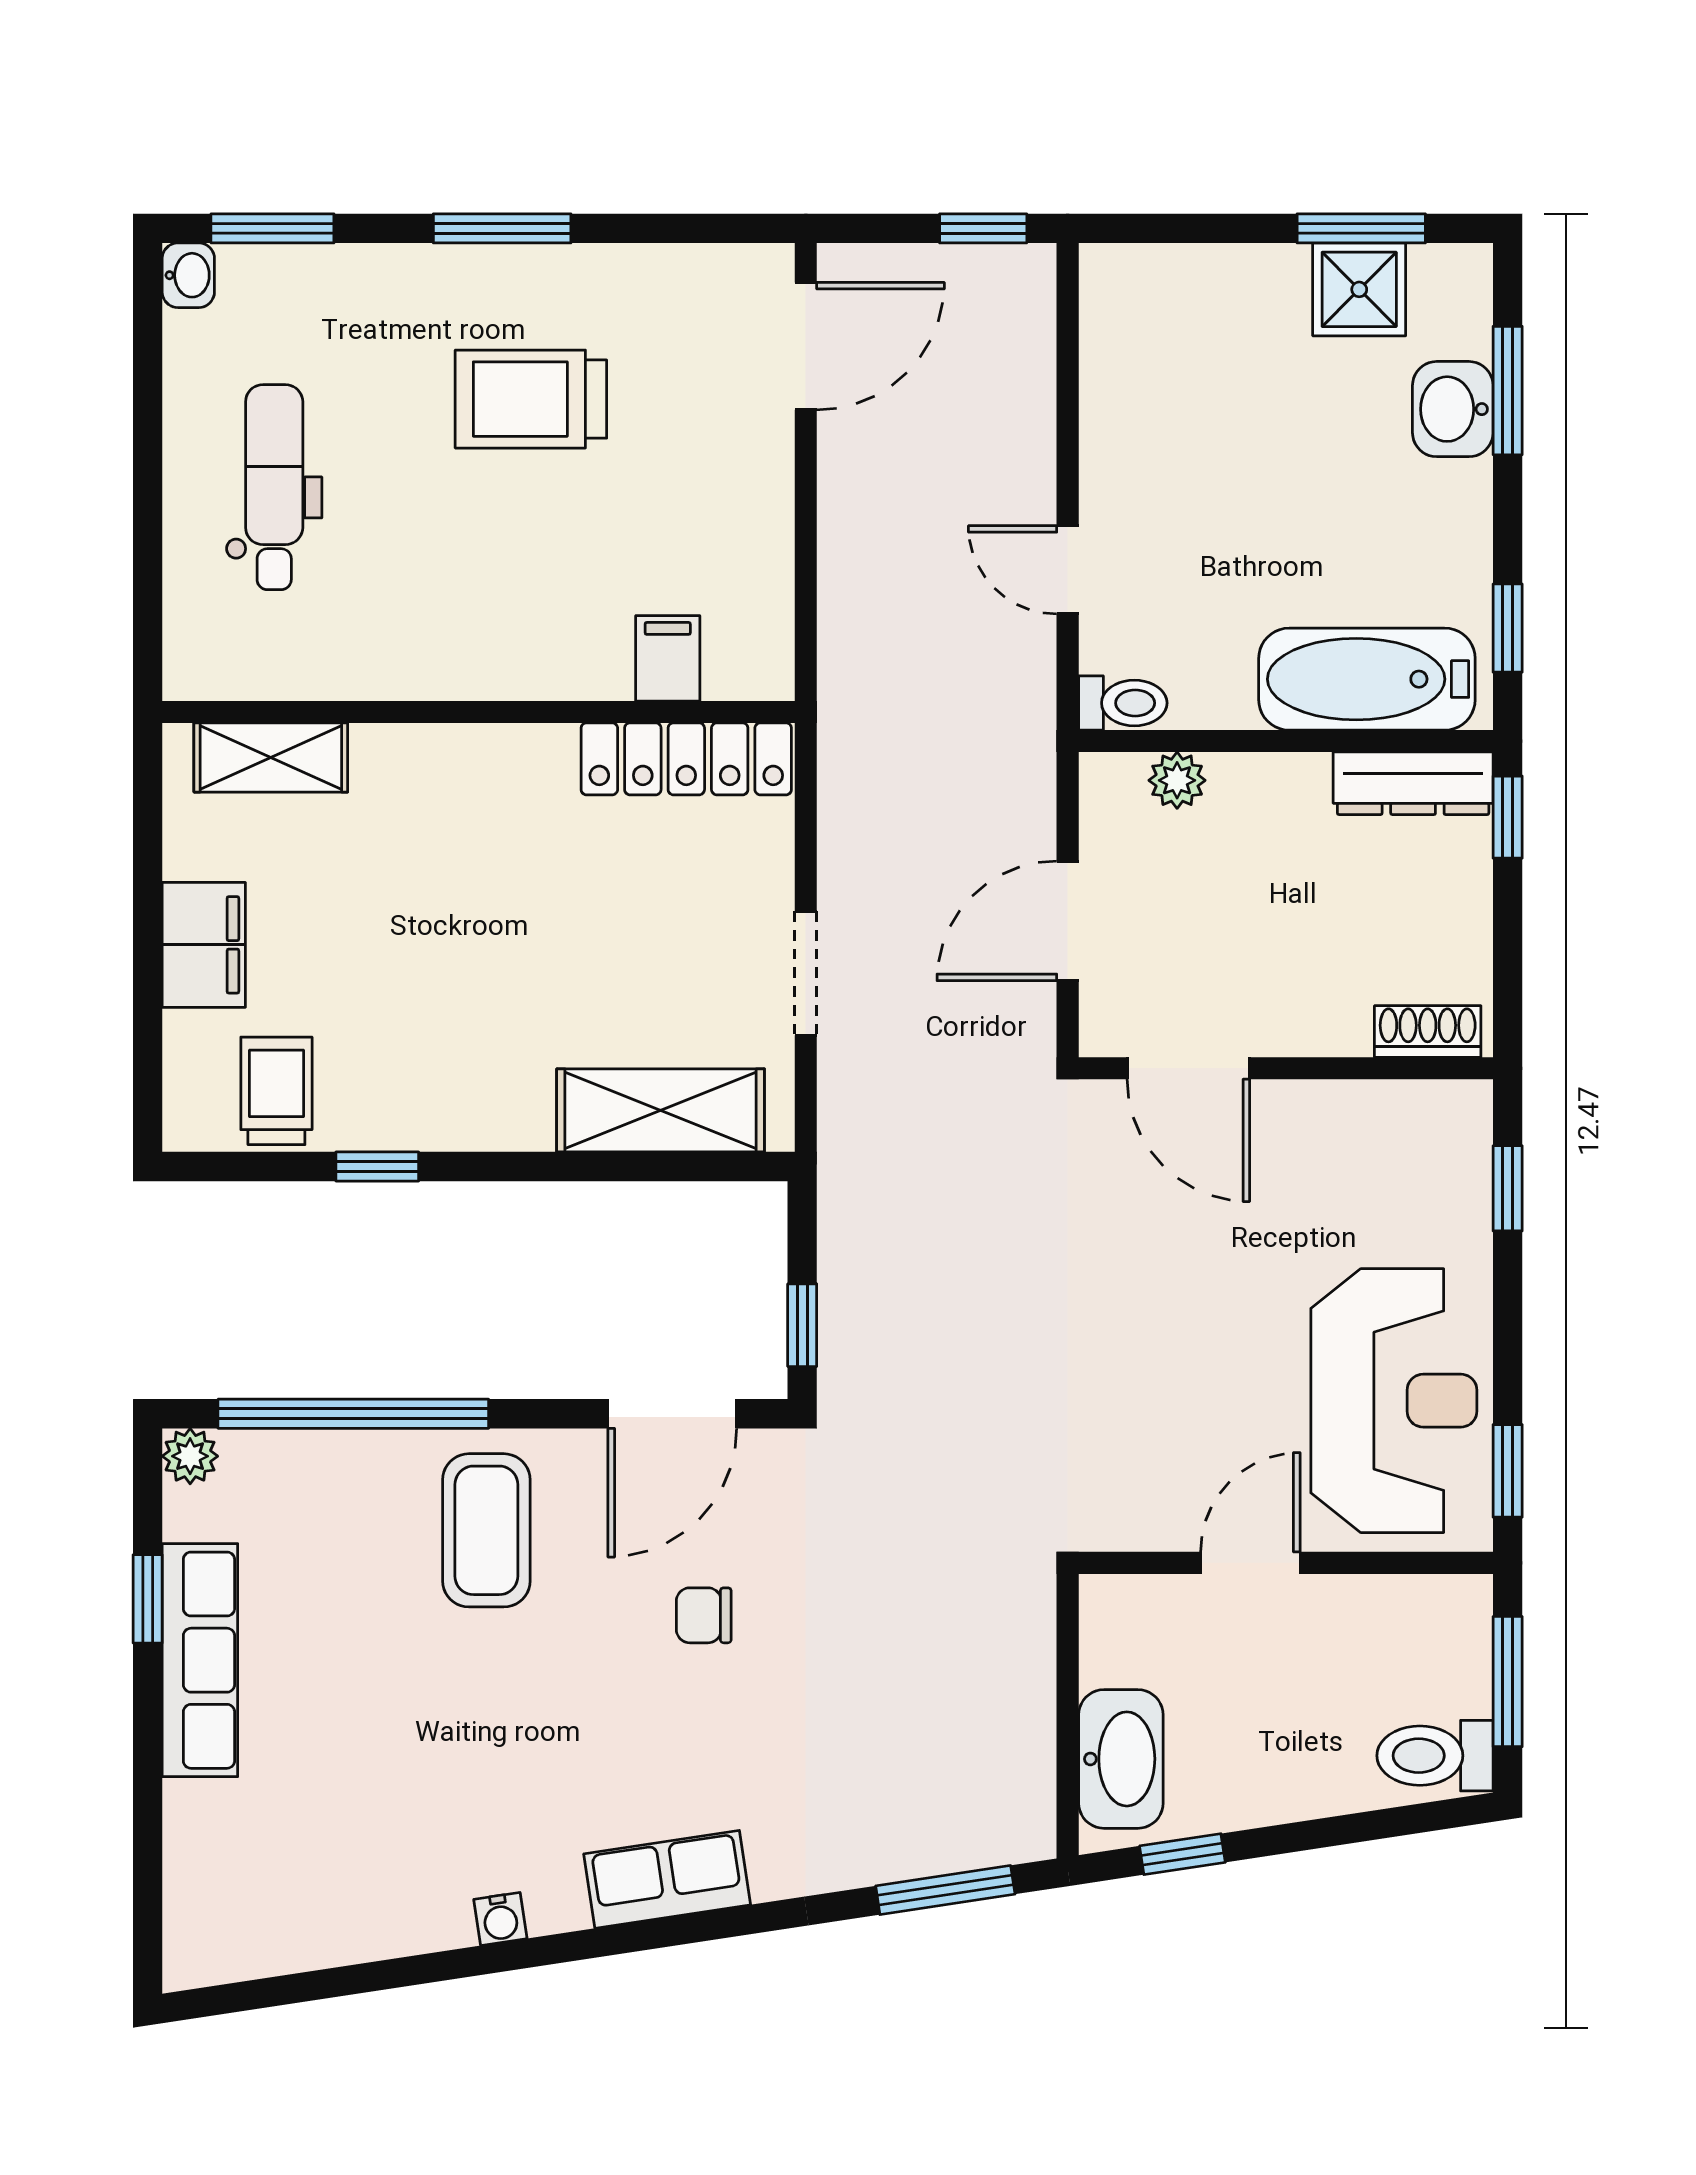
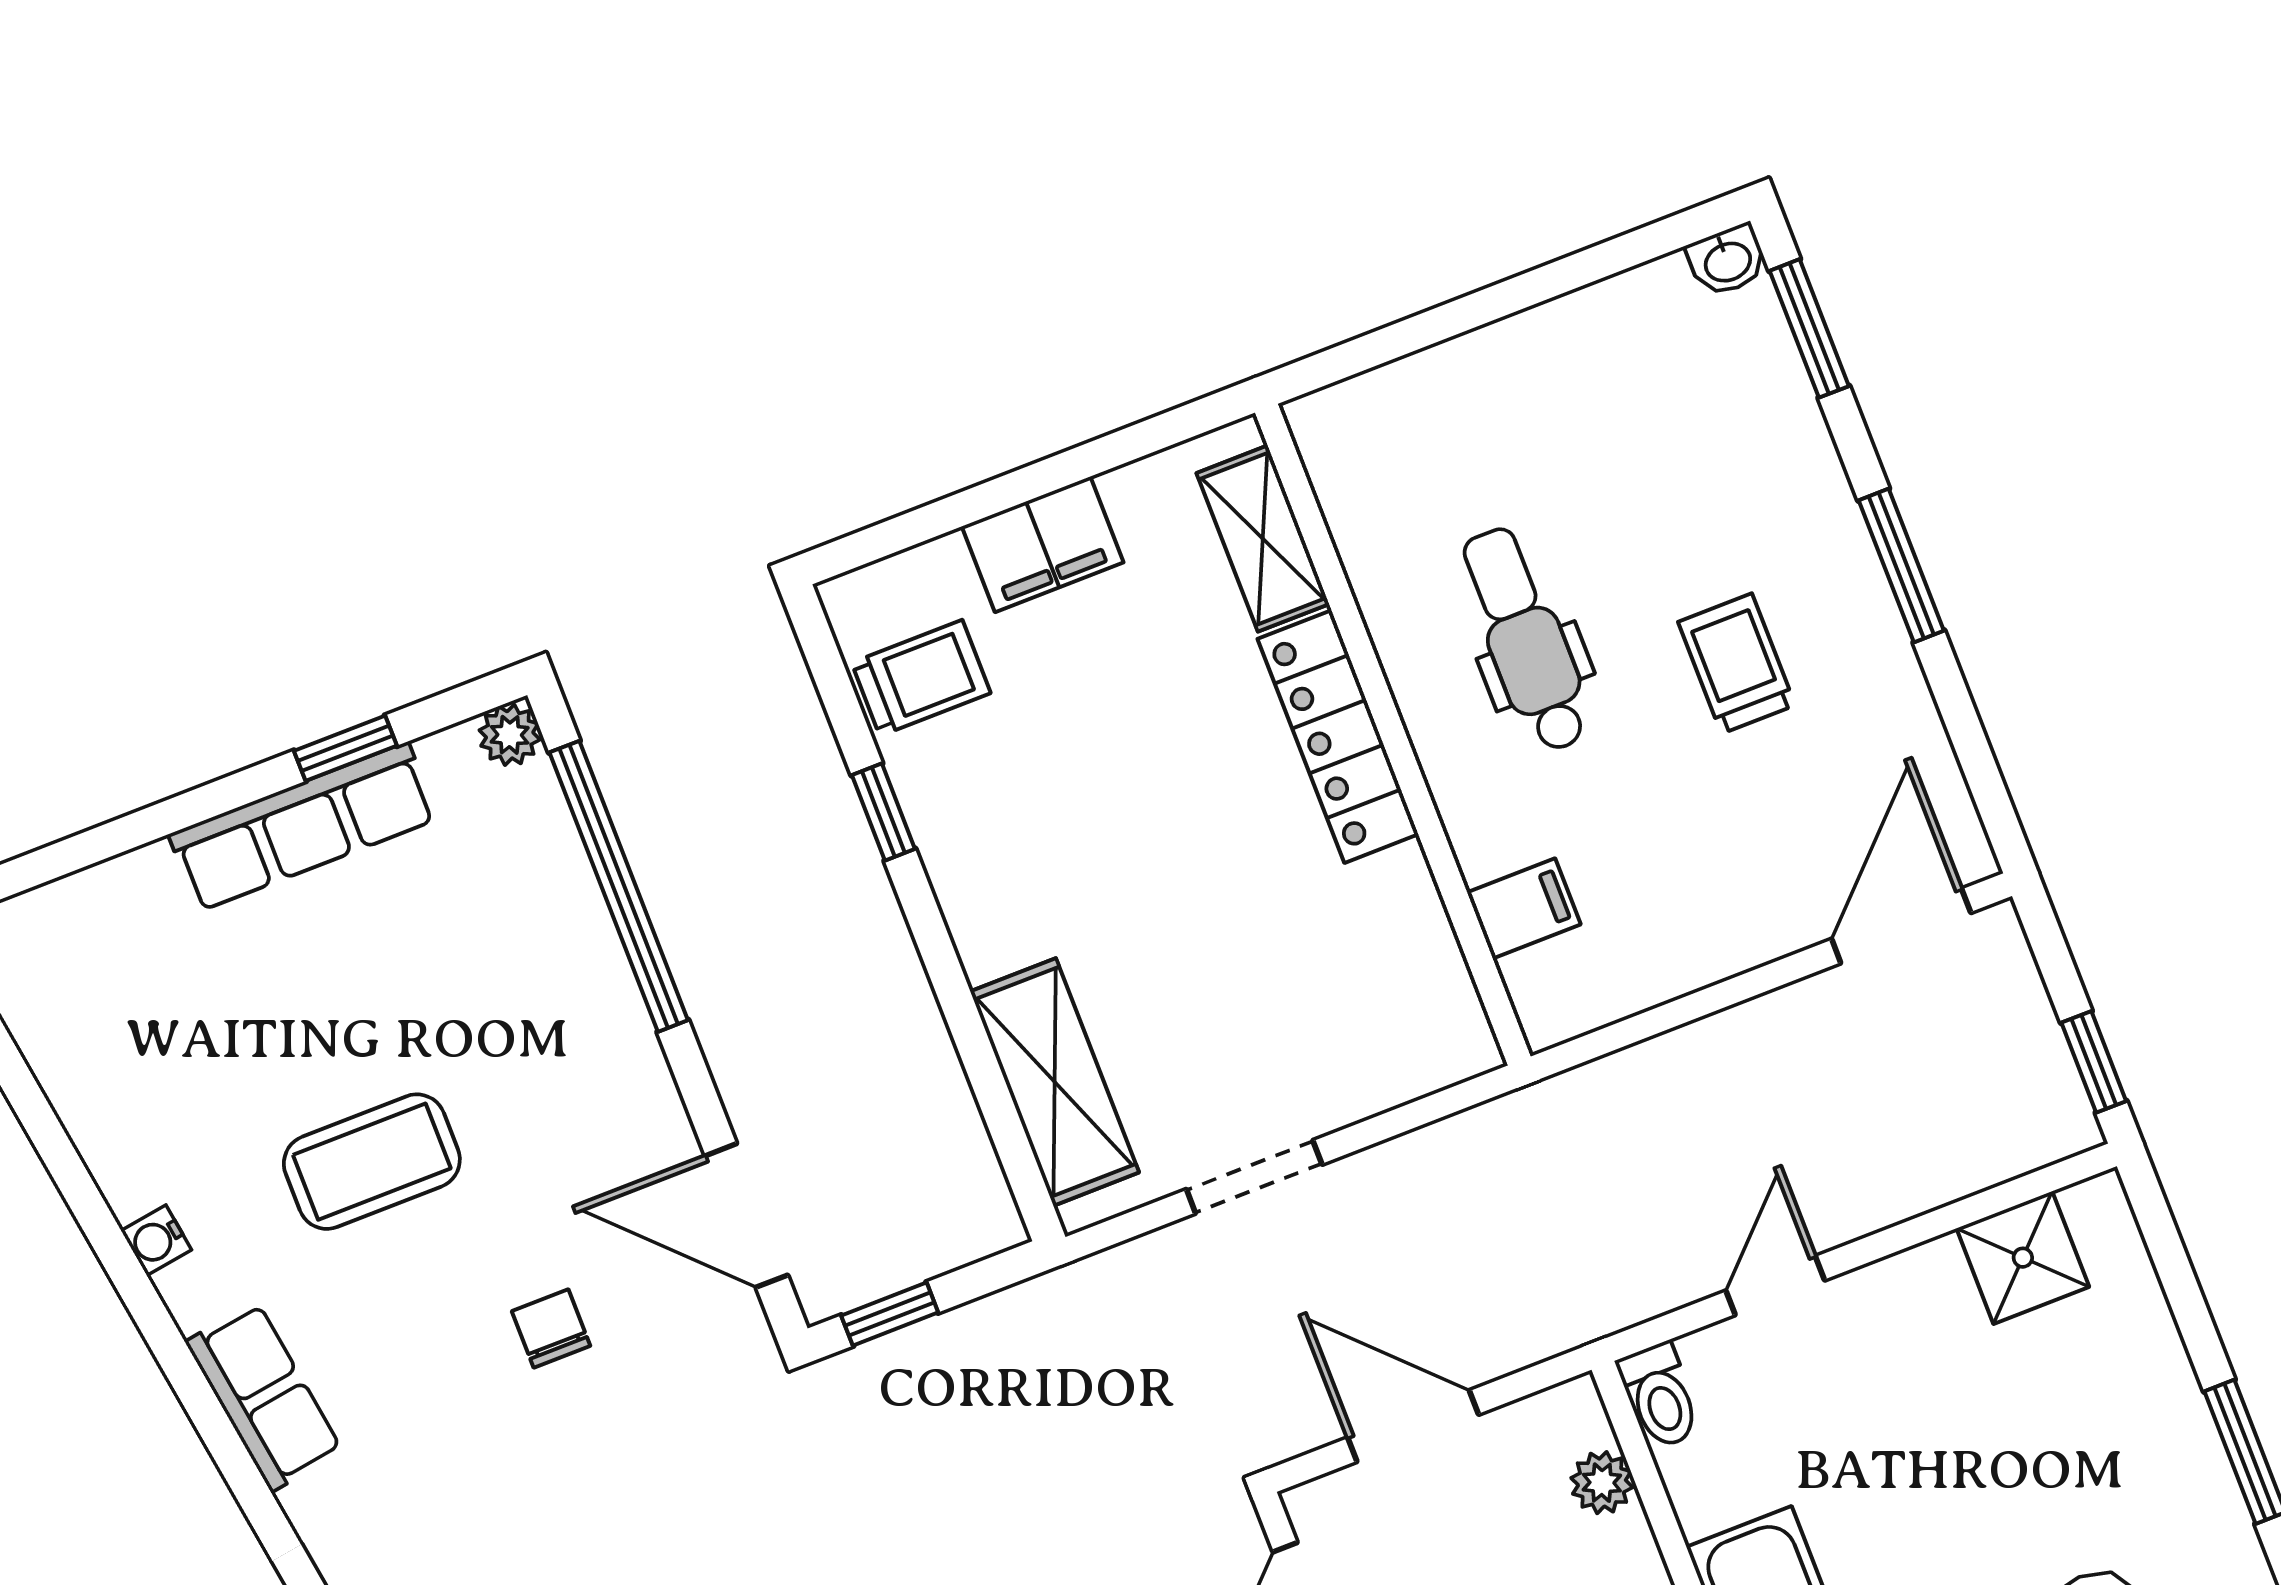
shower: (1359, 289) -> (2023, 1258), moved
door: (806, 346) -> (1901, 926), swing flipped
trolley: (531, 399) -> (1737, 663), width x0.73, depth x0.72
dental chair: (274, 487) -> (1525, 640), moved, turned -90
locker: (686, 759) -> (1338, 737), moved
coffee table: (486, 1530) -> (372, 1162), moved

